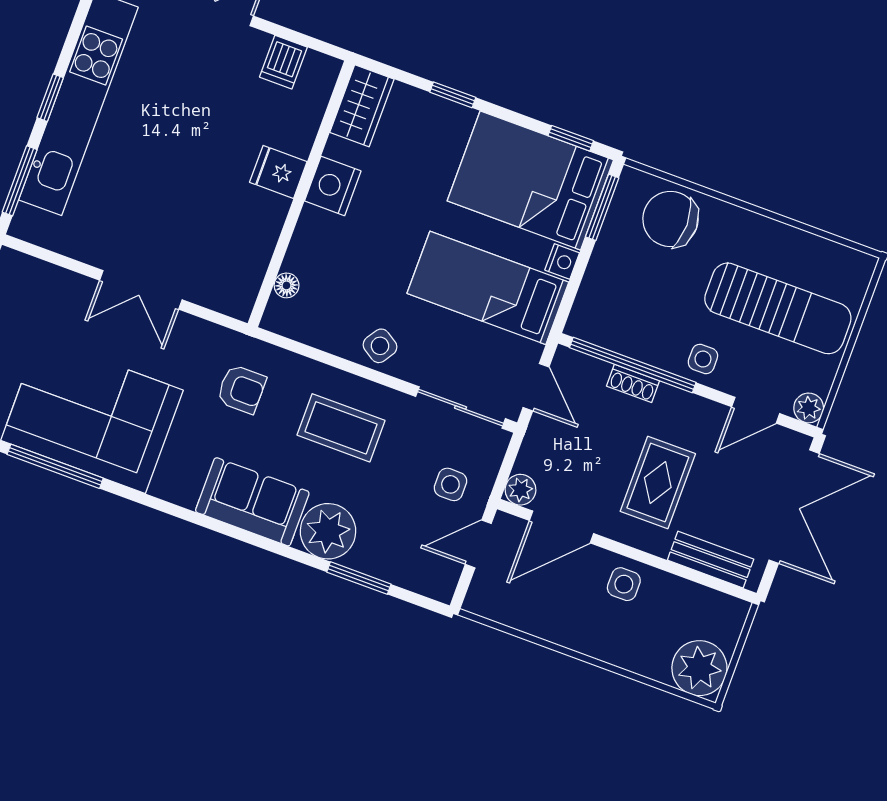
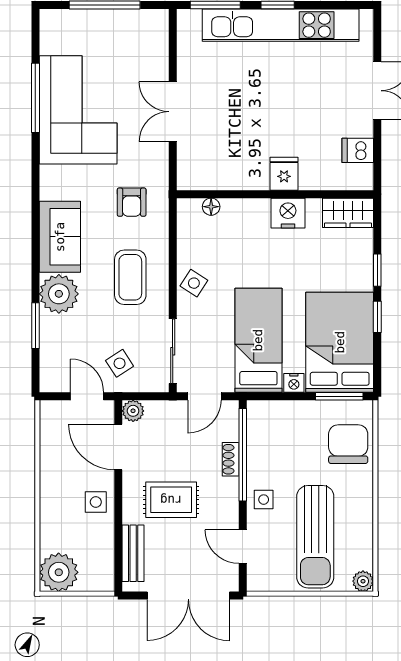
window: (571, 138) -> (377, 317), moved
plant: (809, 408) -> (363, 581), moved
side table: (450, 484) -> (120, 363), turned -33

